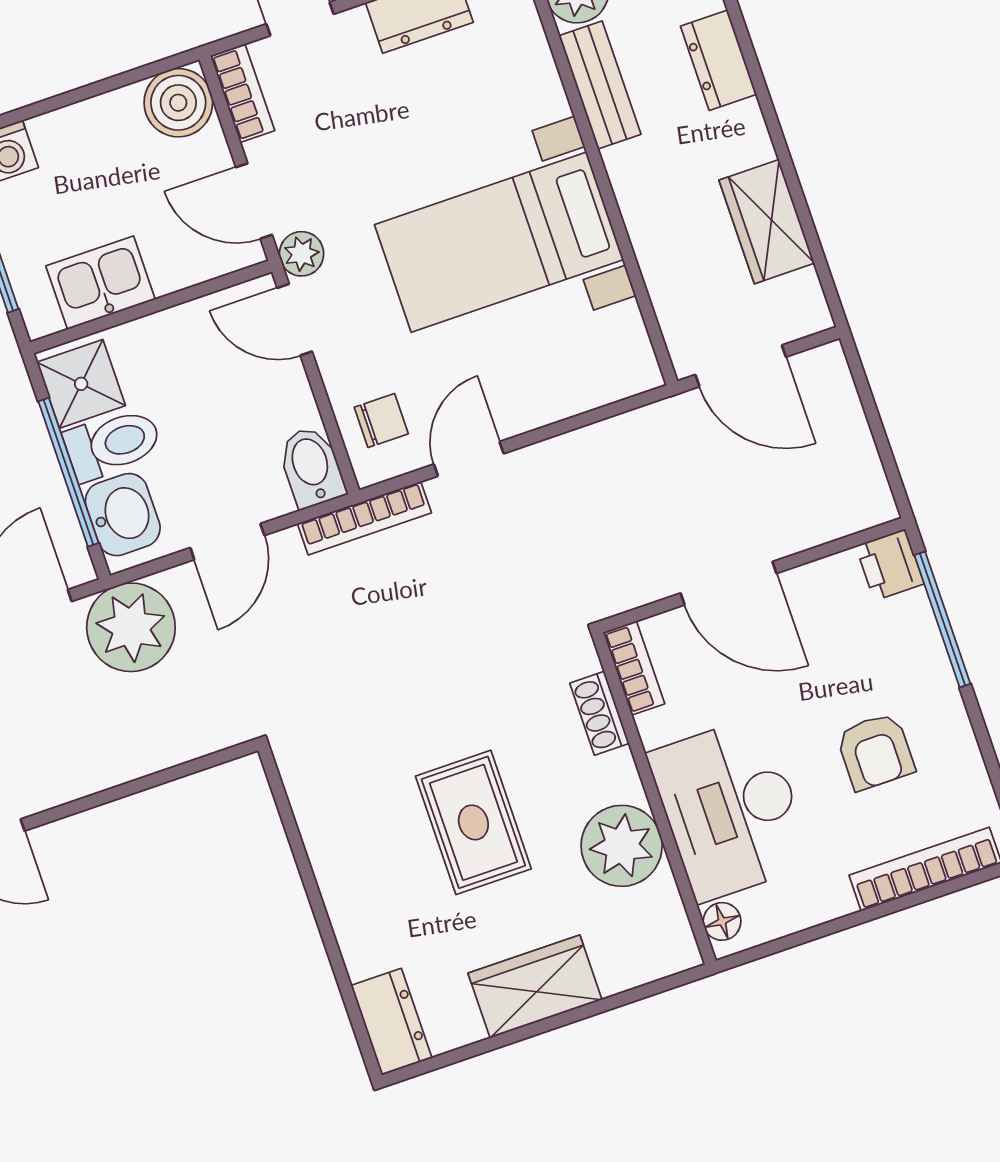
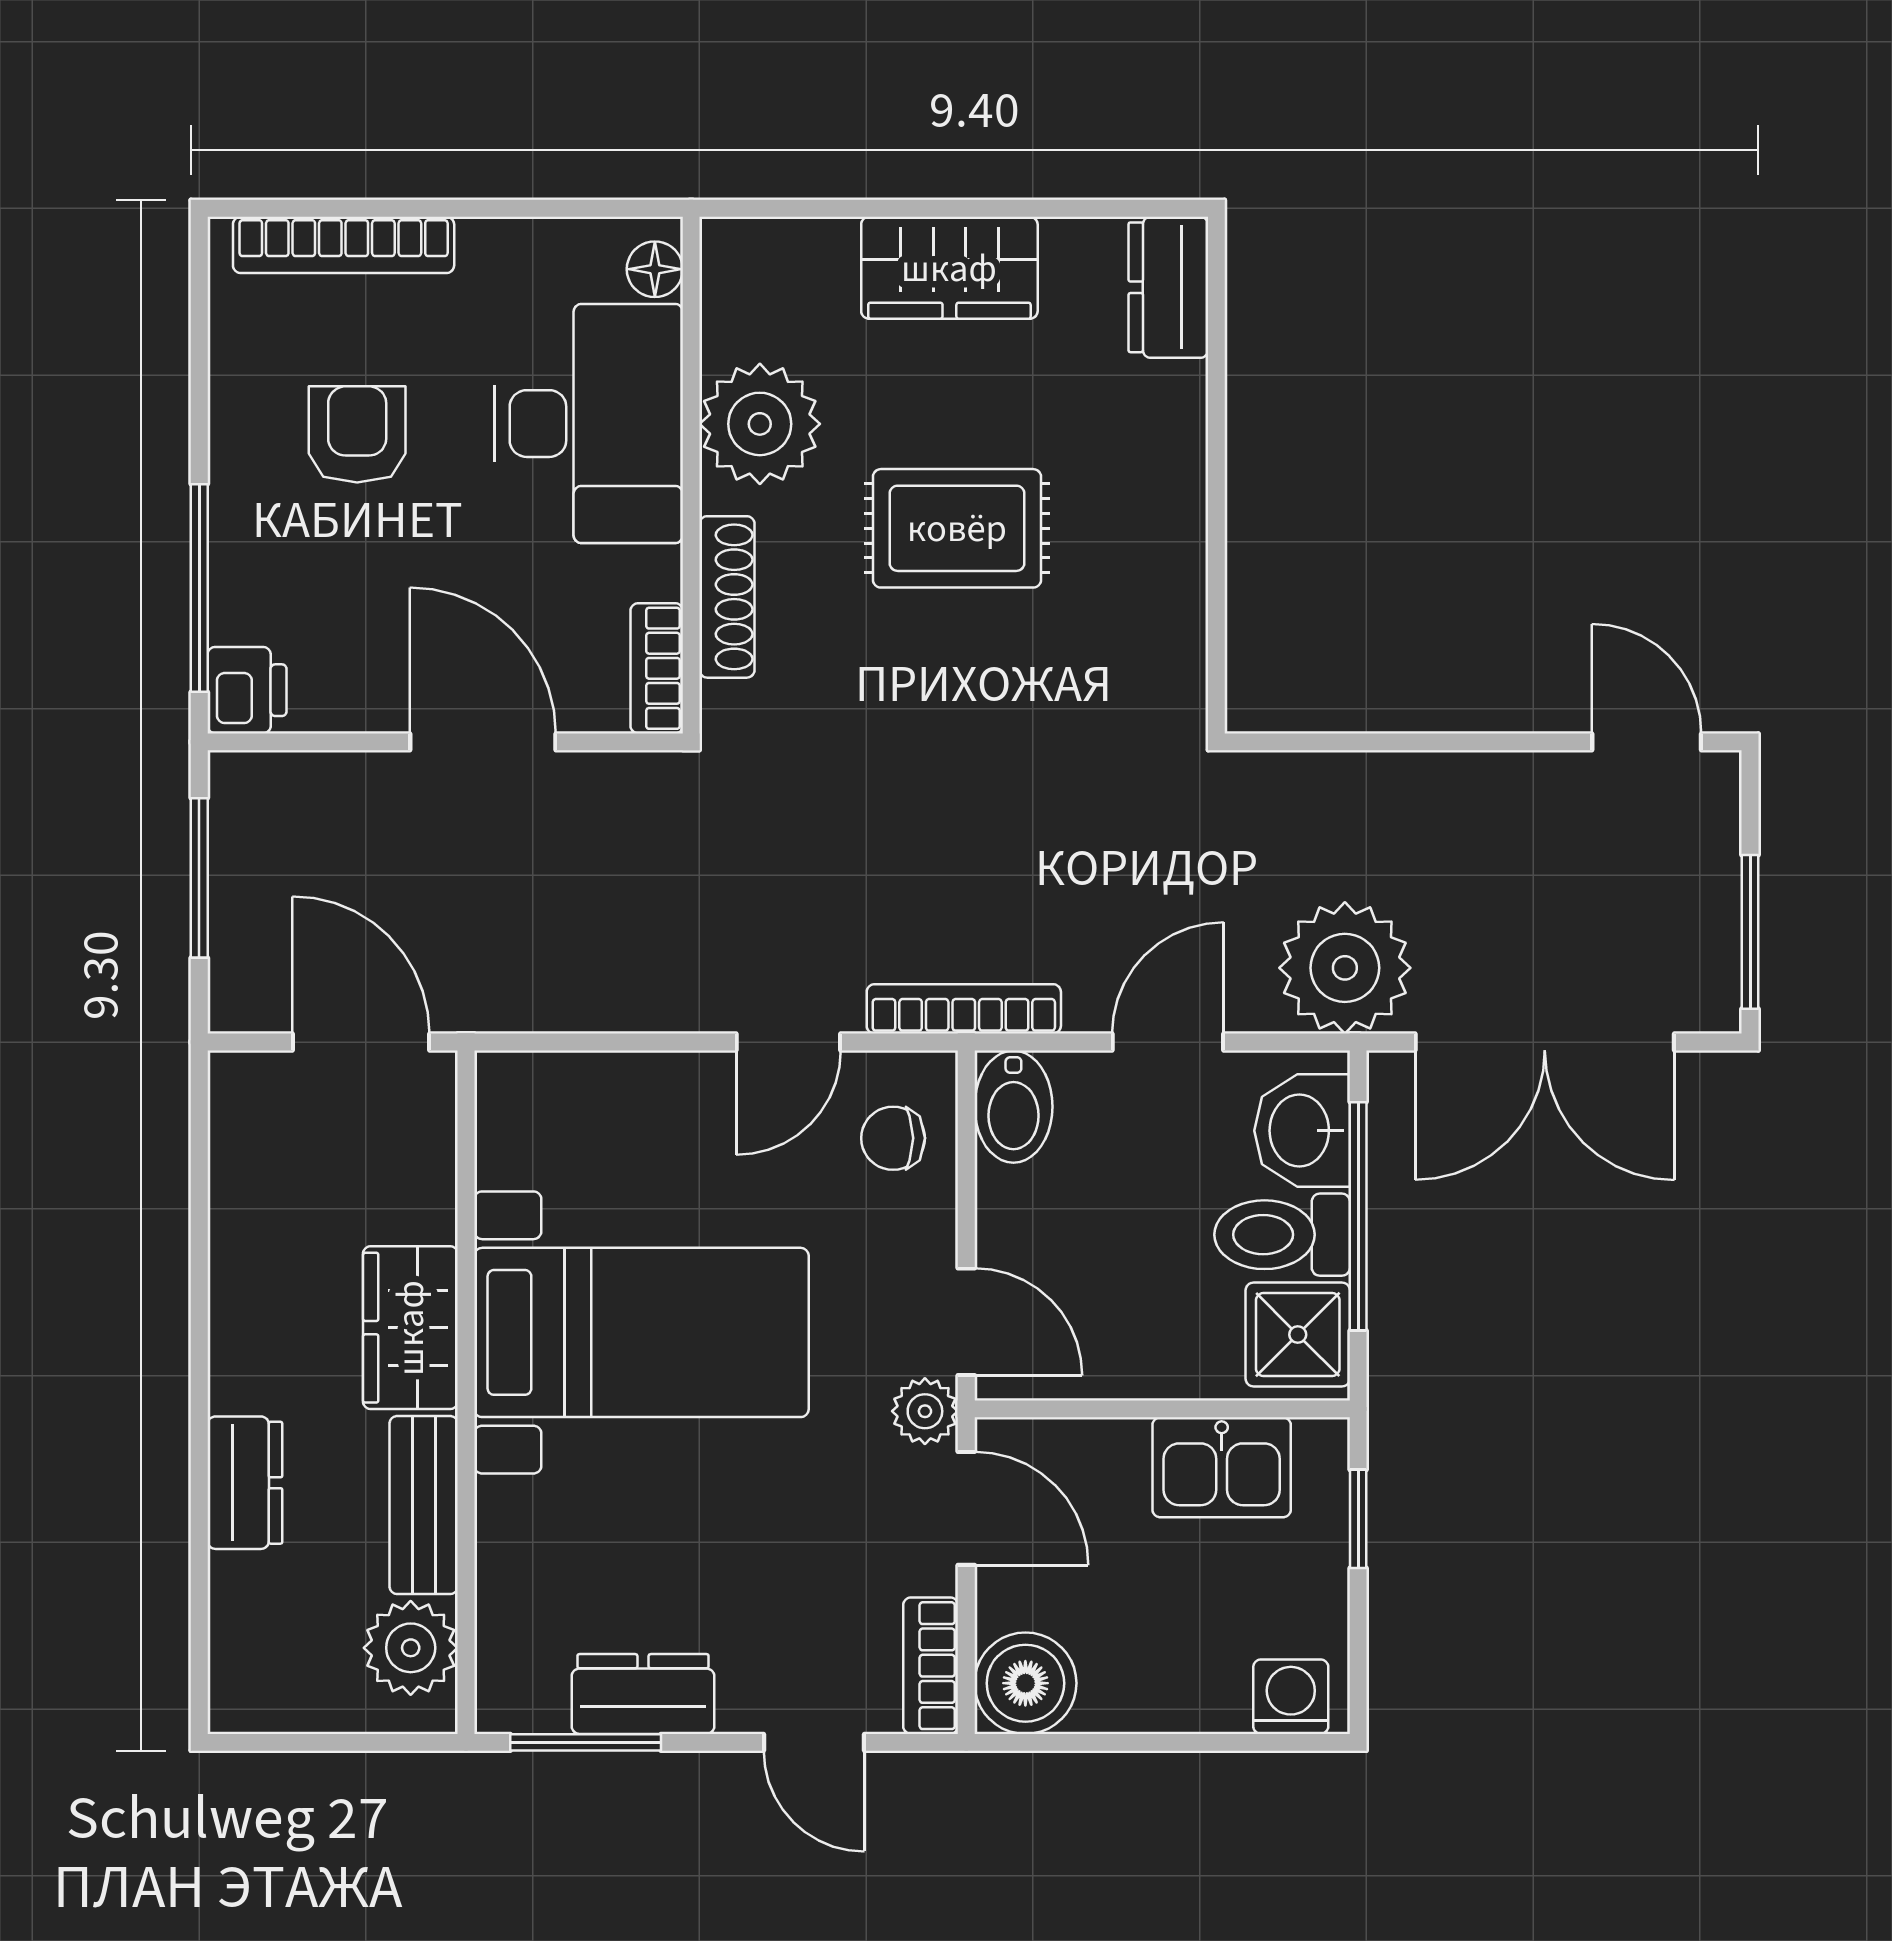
wardrobe: (767, 222) -> (410, 1328), moved, turned 180
window: (879, 435) -> (199, 878), added
shoe rack: (599, 713) -> (727, 597), width x1.43
rug: (473, 822) -> (957, 528), turned 90

